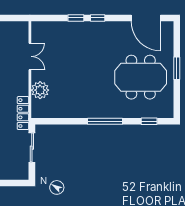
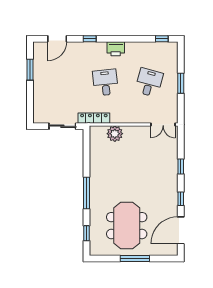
window: (98, 18) -> (181, 199), moved
double door: (30, 56) -> (163, 124), moved
window: (177, 68) -> (135, 259), width x1.44

